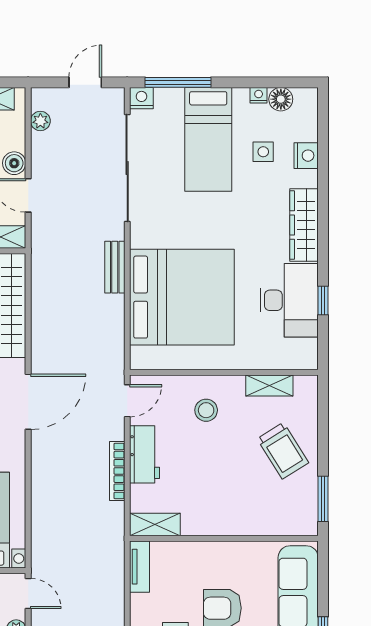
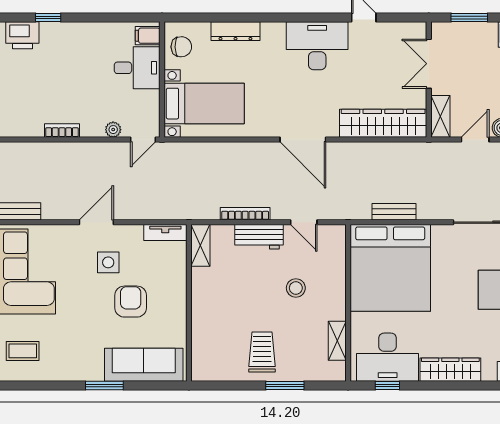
bench: (115, 267) -> (394, 212), moved
wall: (224, 372) -> (348, 303), moved
shelving: (269, 385) -> (337, 341), moved
trolley: (283, 451) -> (262, 352), turned 122
window: (323, 499) -> (285, 386), moved

